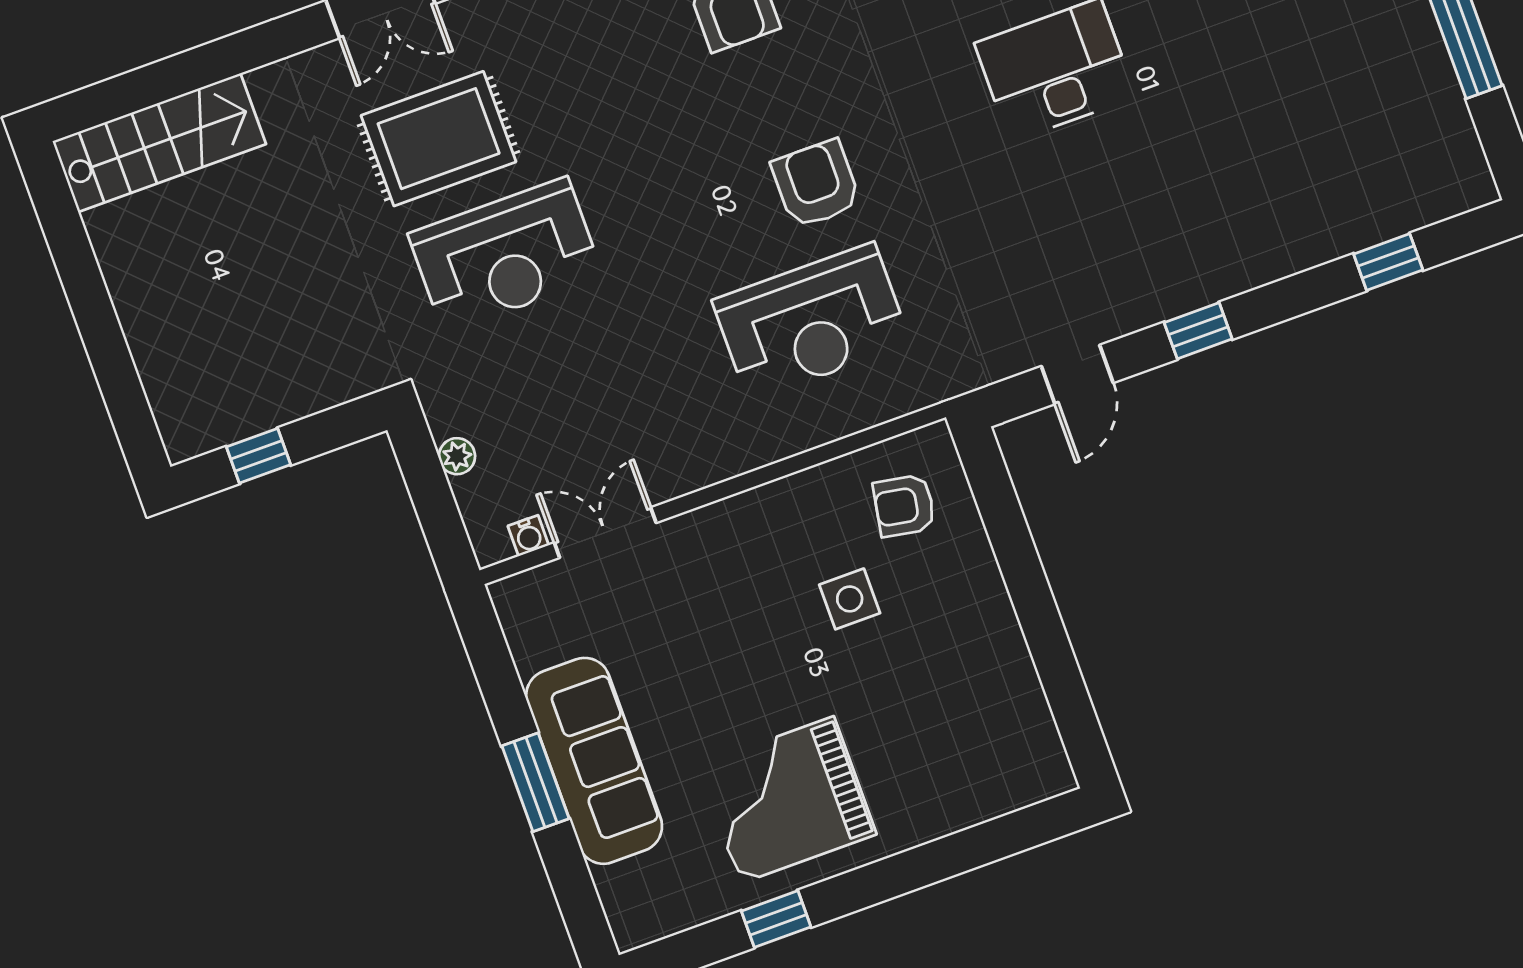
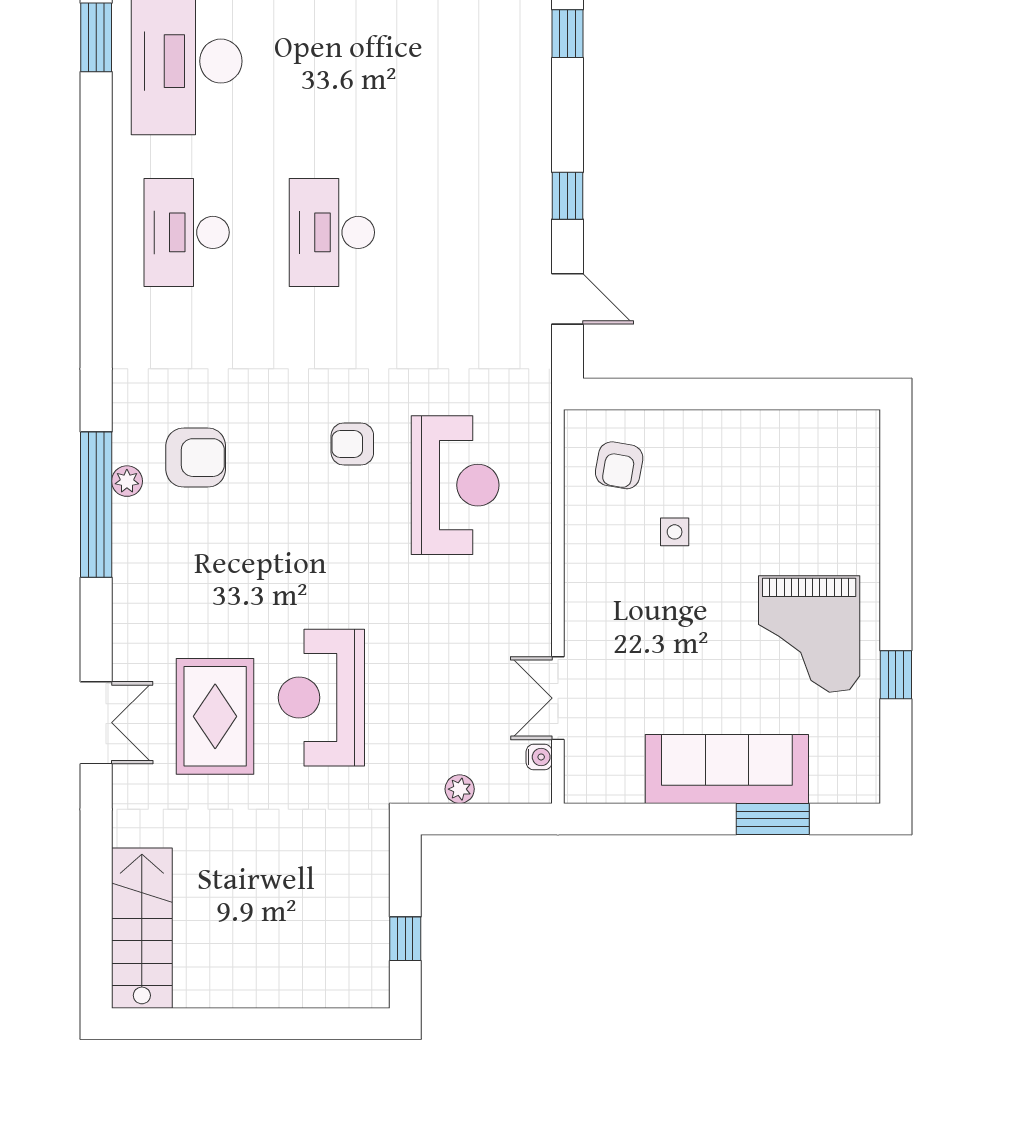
armchair: (816, 184) -> (352, 444), width x0.72, depth x0.72
reception desk: (506, 255) -> (321, 698), turned 180
side table: (850, 599) -> (675, 532), width x0.73, depth x0.73
window: (535, 782) -> (773, 819), moved

